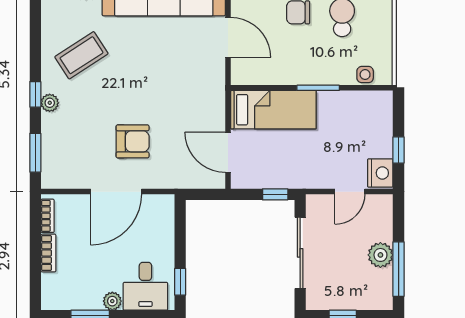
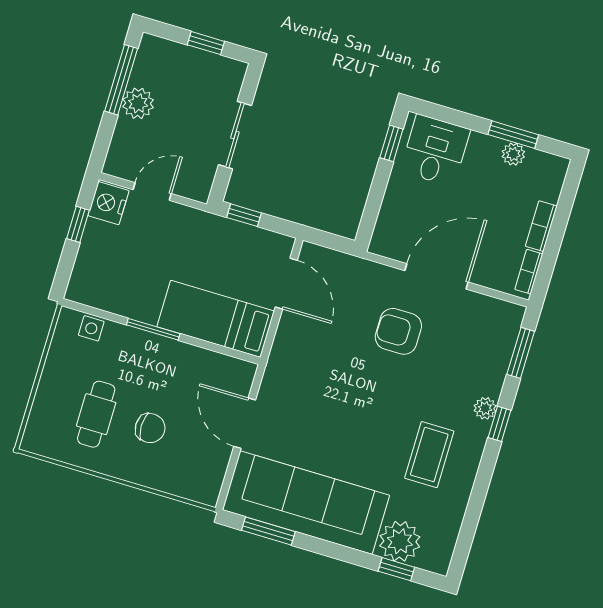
coffee table: (81, 55) -> (429, 455), turned -57
sliding door: (300, 253) -> (235, 135), width x0.73
plant: (112, 301) -> (513, 154), moved

